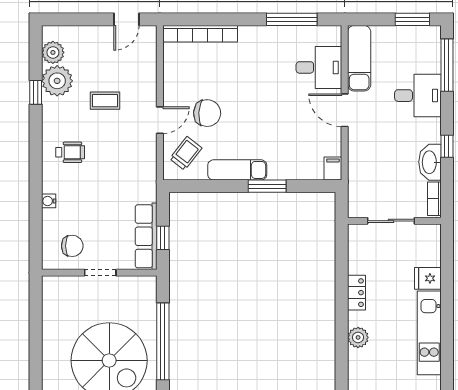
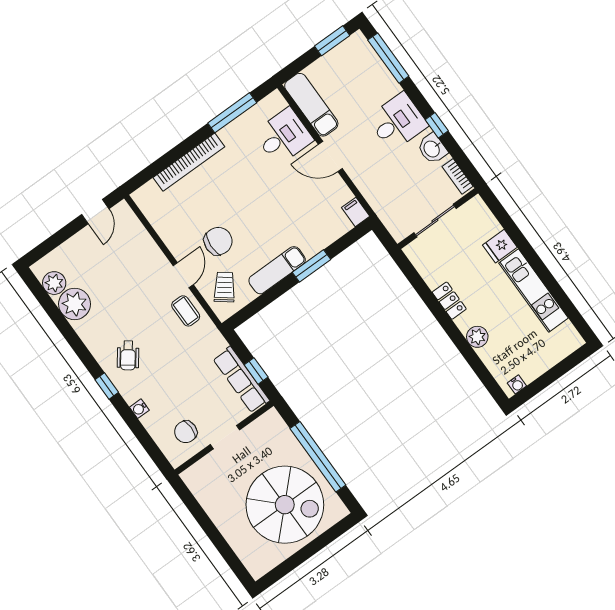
bookcase: (200, 34) -> (189, 162), moved
window: (36, 92) -> (107, 386), moved
desk: (418, 96) -> (398, 122), moved
coffee table: (105, 101) -> (186, 311), moved, turned 90
wheelchair: (70, 152) -> (128, 355), turned 127
washbasin: (430, 162) -> (432, 149), width x0.72
chair: (72, 246) -> (186, 432), turned 180

